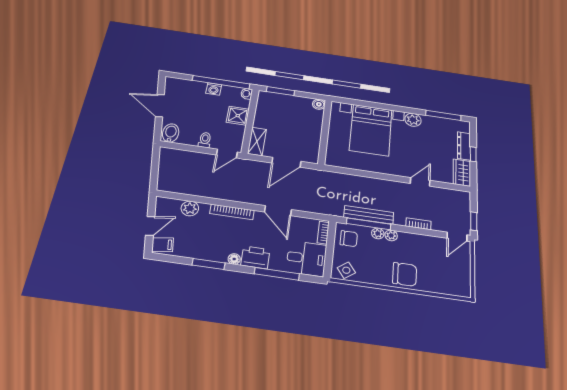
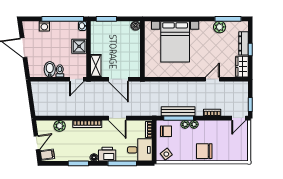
washing machine: (214, 89) -> (44, 26), moved
plant: (413, 120) -> (220, 27), moved
bidet: (171, 133) -> (50, 69), moved
door: (286, 162) -> (118, 79), hinge flipped
chair: (405, 274) -> (204, 151), turned 180

